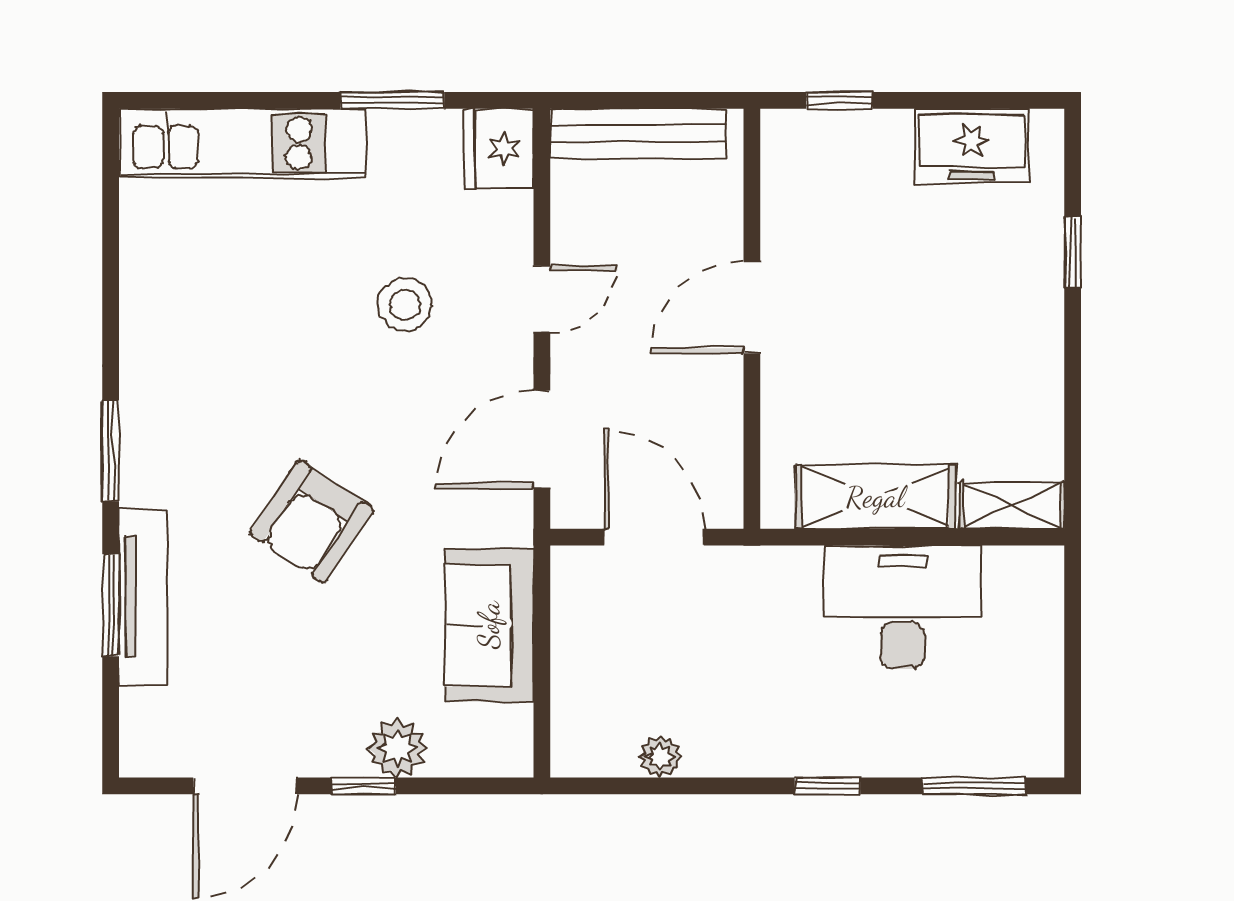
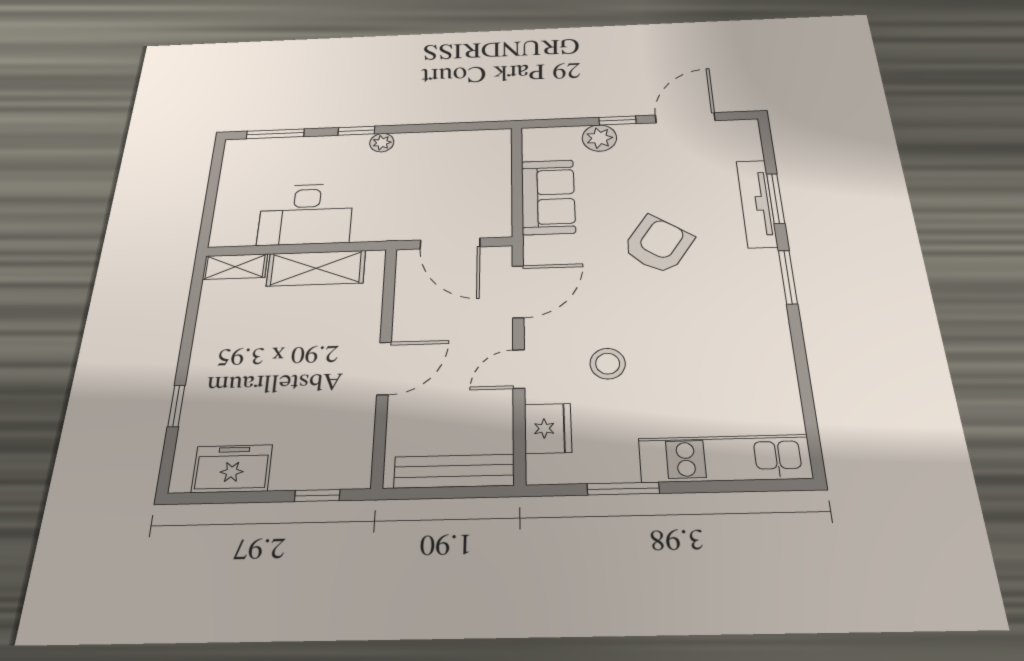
fridge: (499, 149) -> (548, 428), moved
plant: (660, 757) -> (382, 143), moved

